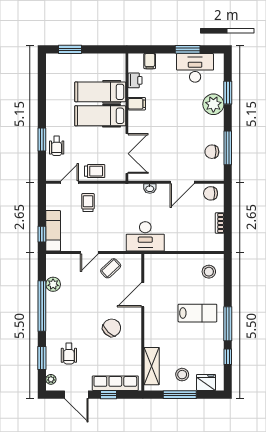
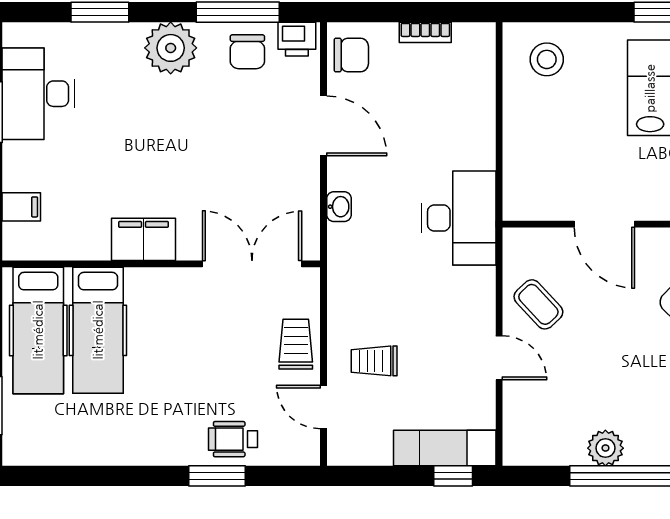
printer: (135, 80) -> (297, 39), moved, turned 180
filing cabinet: (137, 104) -> (144, 239), width x2.00
plant: (213, 104) -> (171, 48), moved
hospital bed: (100, 116) -> (38, 330), moved
wheelchair: (57, 146) -> (233, 439), turned 180
chair: (211, 193) -> (351, 55), turned -90
plant: (53, 284) -> (605, 448), moved

